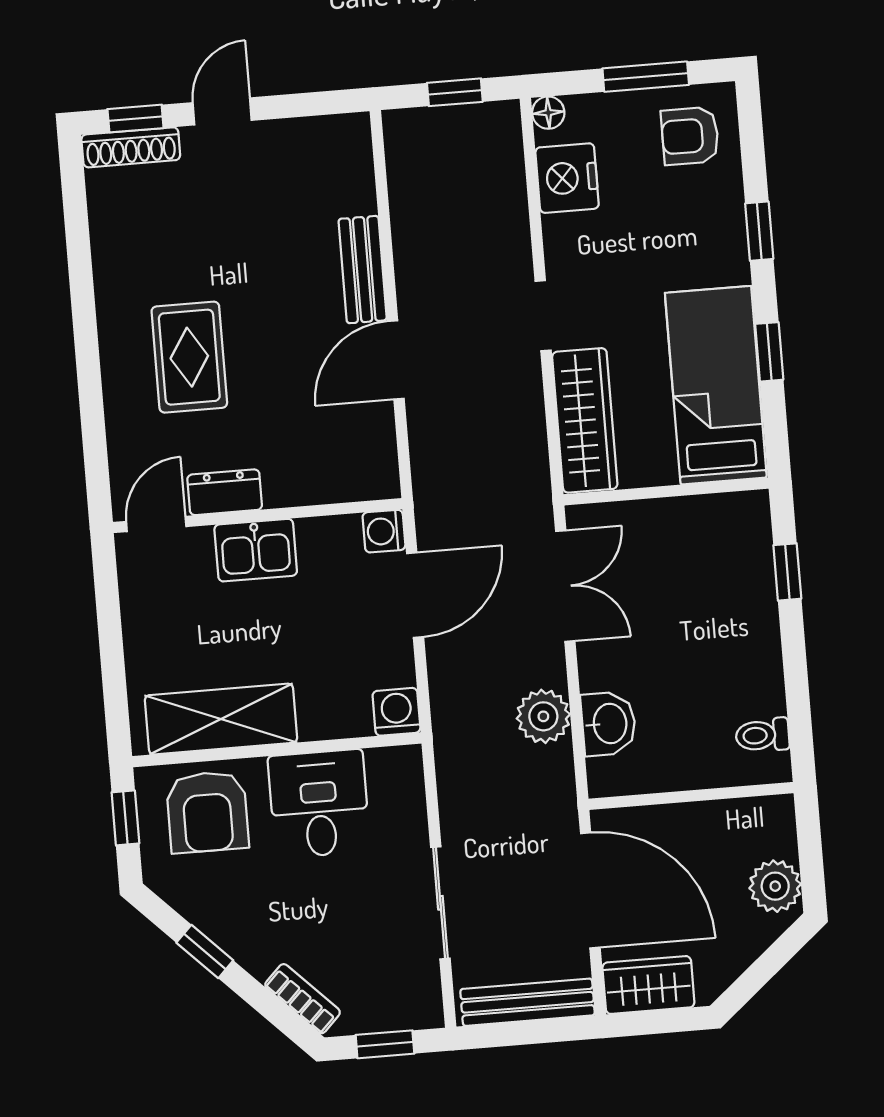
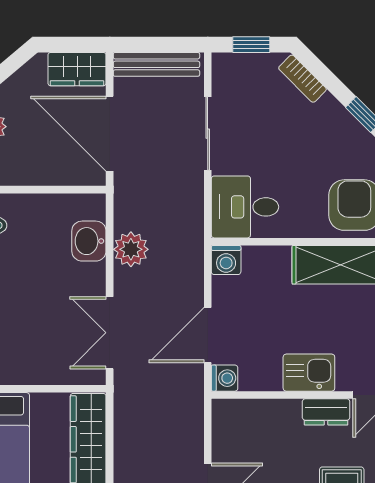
desk: (319, 804) -> (245, 207), moved, turned 90

